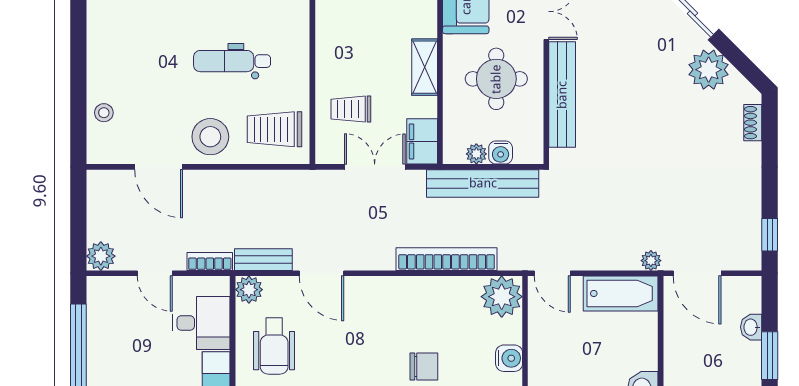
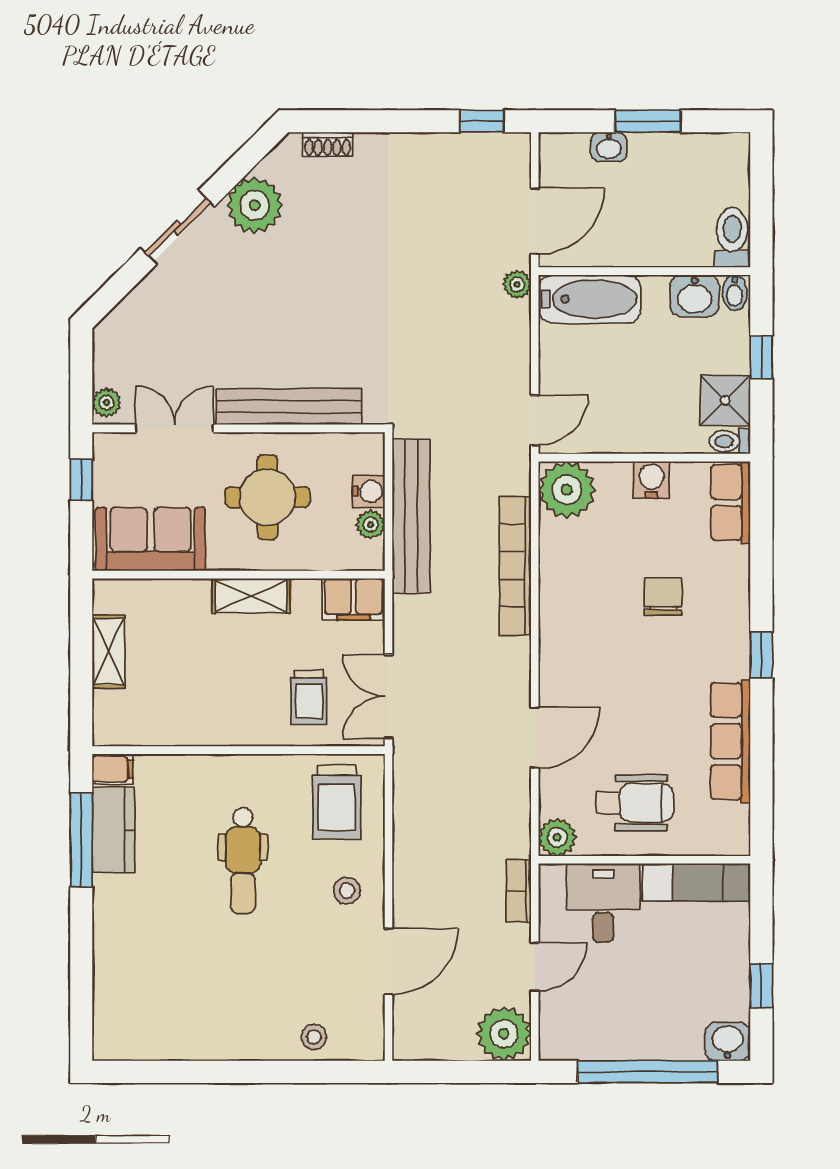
stool: (210, 137) -> (347, 890), width x0.53, depth x0.53
double door: (375, 167) -> (388, 696), moved
plant: (101, 256) -> (504, 1034), width x1.36, depth x1.36
bench: (263, 260) -> (516, 818), removed
bathtub: (621, 293) -> (590, 299), moved, turned 90

